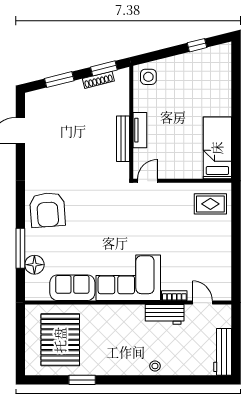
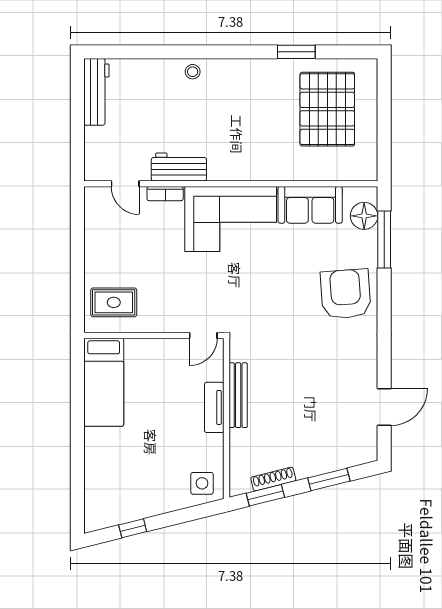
corner sofa: (128, 278) -> (231, 219), moved
sofa: (72, 288) -> (310, 205), moved
bookcase: (174, 296) -> (165, 194), moved
wall: (128, 303) -> (231, 184), moved
door: (202, 303) -> (125, 184), moved
workbench: (165, 314) -> (179, 167), moved

